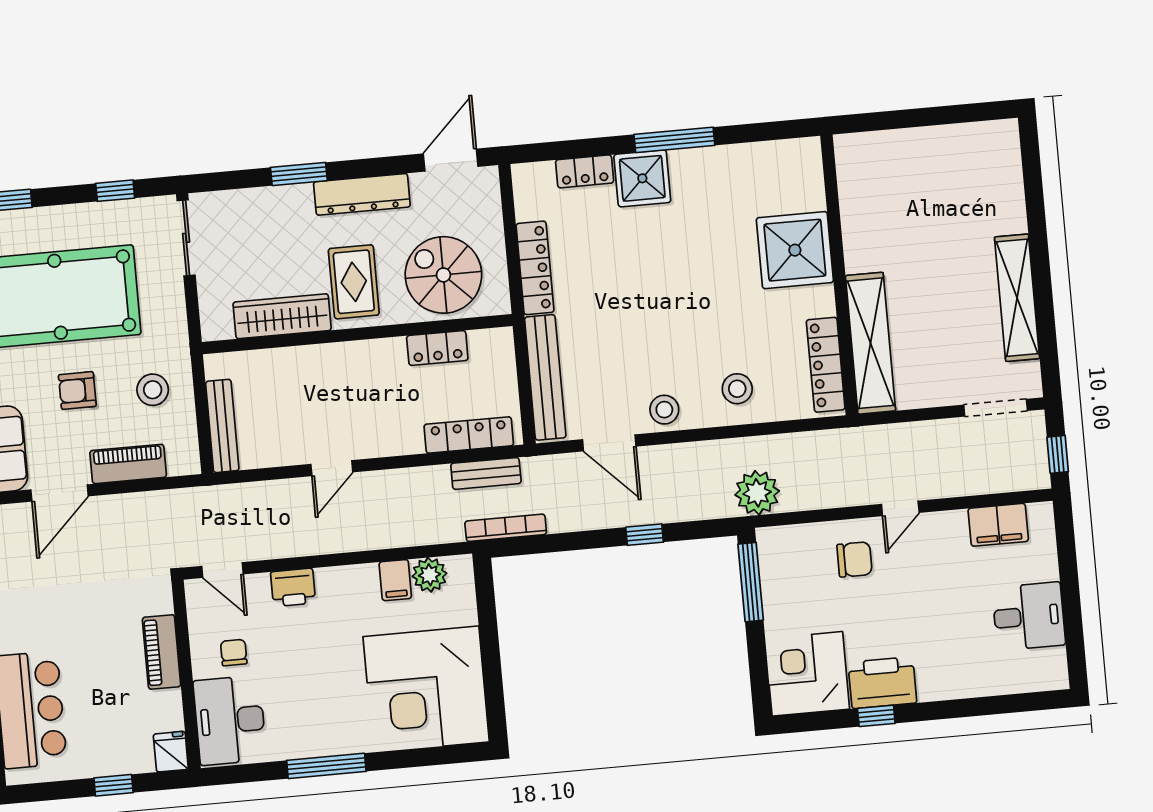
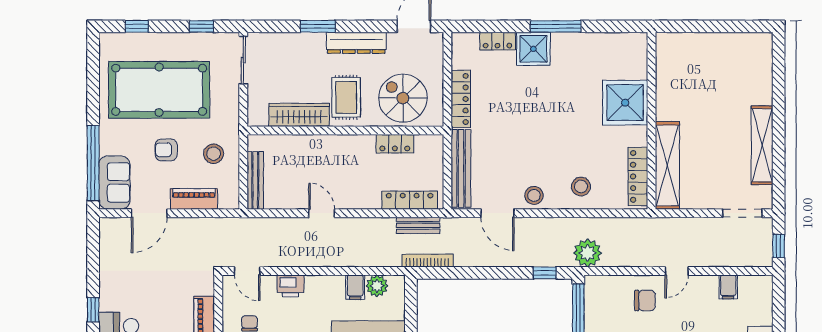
door: (332, 468) -> (322, 213), swing flipped
filing cabinet: (998, 525) -> (728, 287), width x0.50
window: (645, 535) -> (545, 273), moved

